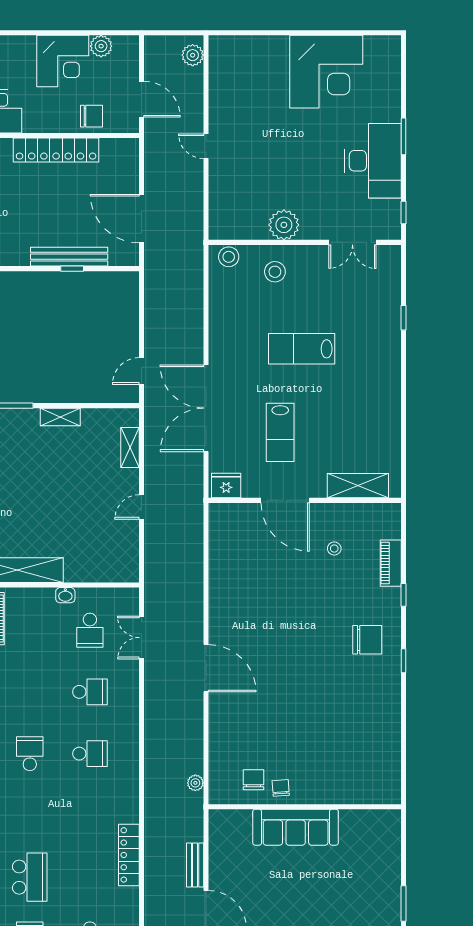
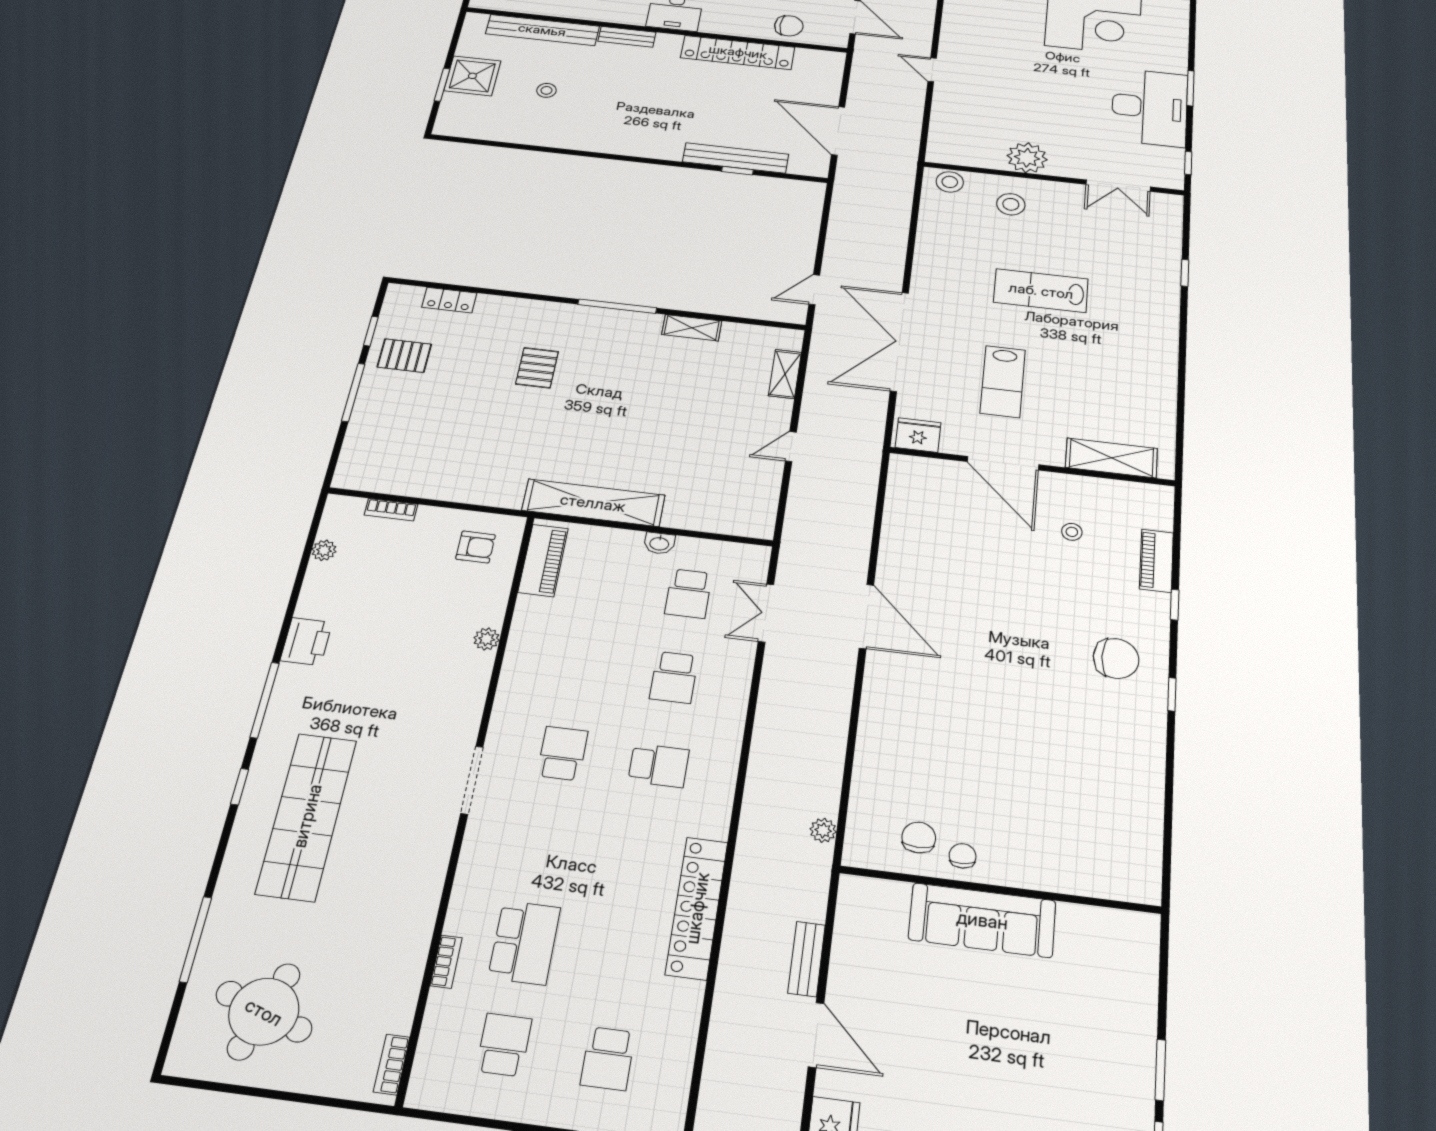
door: (206, 668) -> (866, 616), moved
school desk: (90, 692) -> (674, 677), turned 90
locker: (129, 855) -> (697, 908), width x1.41, depth x1.21

